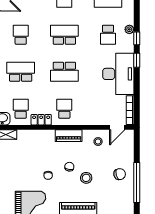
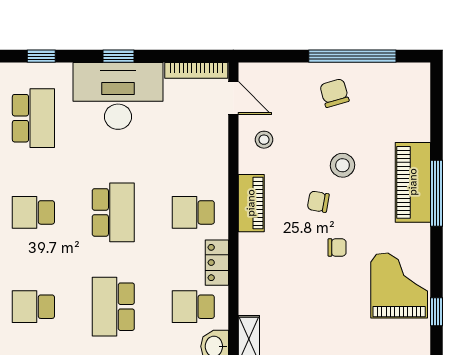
plant: (129, 29) -> (22, 72), removed
school desk: (64, 35) -> (33, 212), width x0.54
school desk: (108, 35) -> (33, 118), width x1.85
window: (137, 60) -> (119, 56), moved

